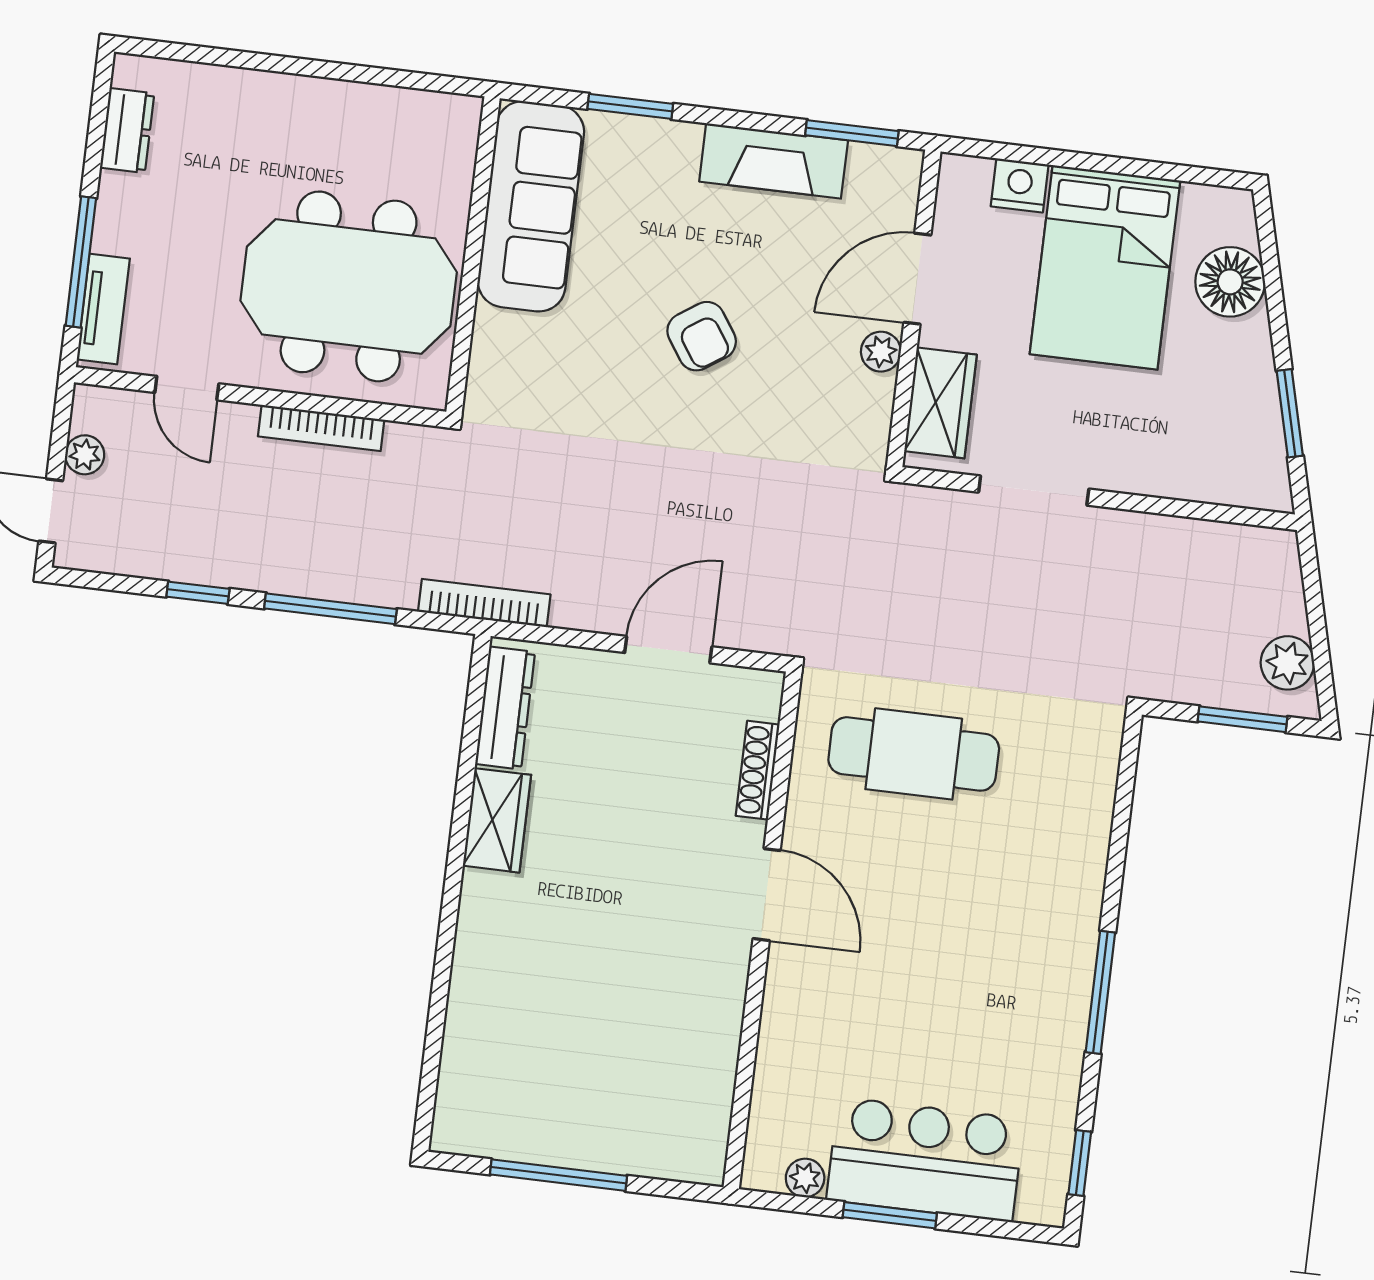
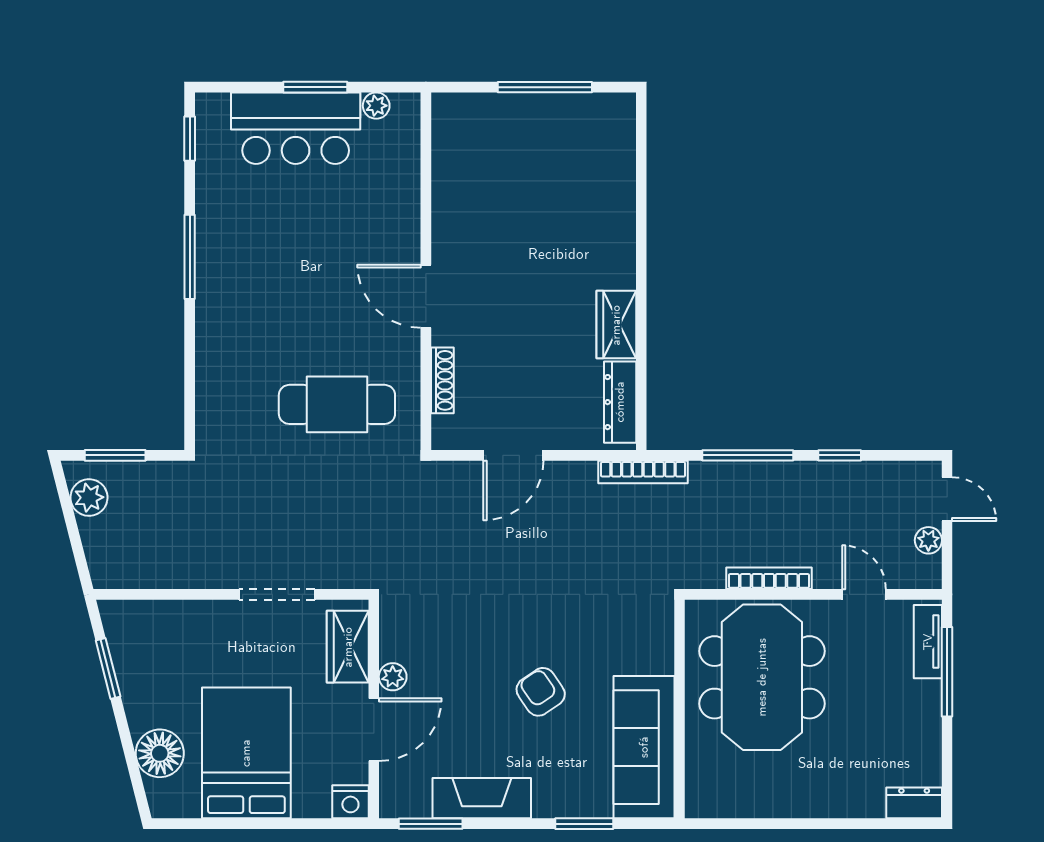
dresser: (127, 130) -> (914, 803), moved, turned 90
nightstand: (1020, 185) -> (350, 802), moved
meeting table: (349, 286) -> (762, 677), turned 90
armchair: (702, 336) -> (541, 692), moved

